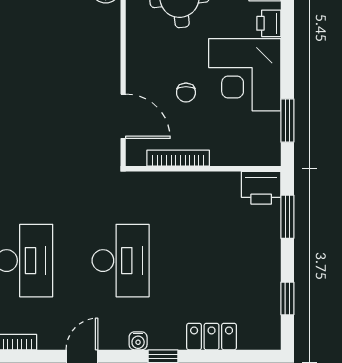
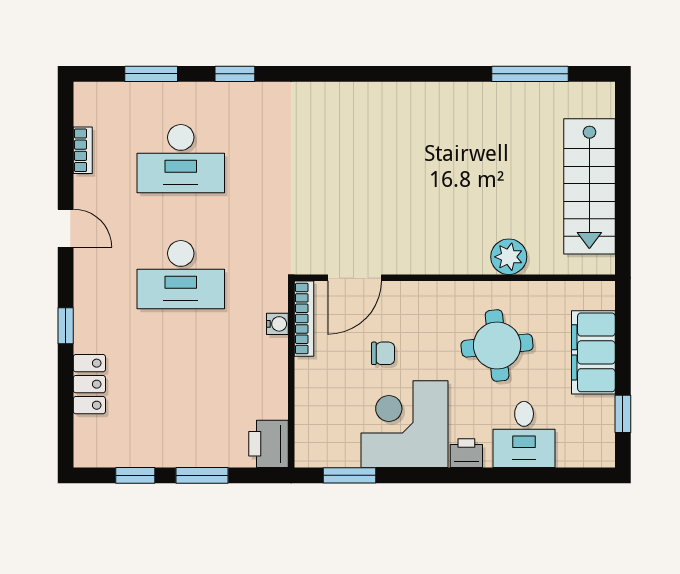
chair: (186, 93) -> (383, 353), turned 180
bookcase: (178, 158) -> (304, 319), moved
window: (287, 217) -> (202, 475), moved
water cooler: (138, 341) -> (277, 324), moved, turned 180

